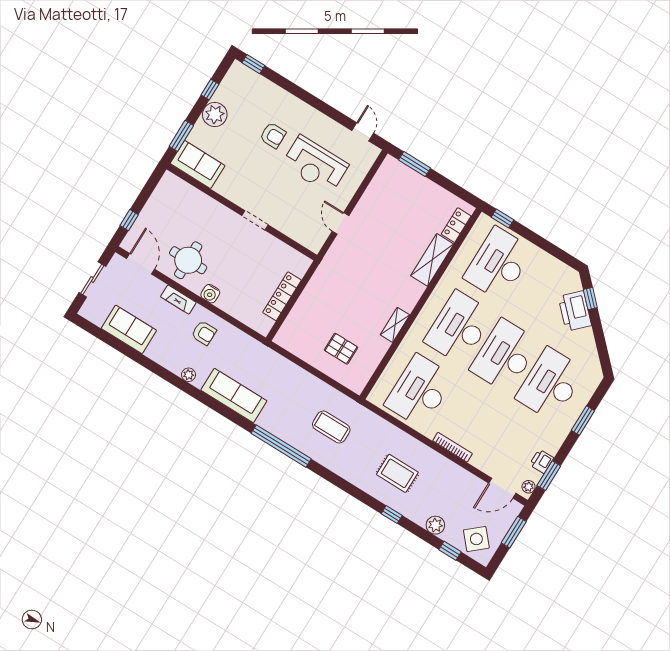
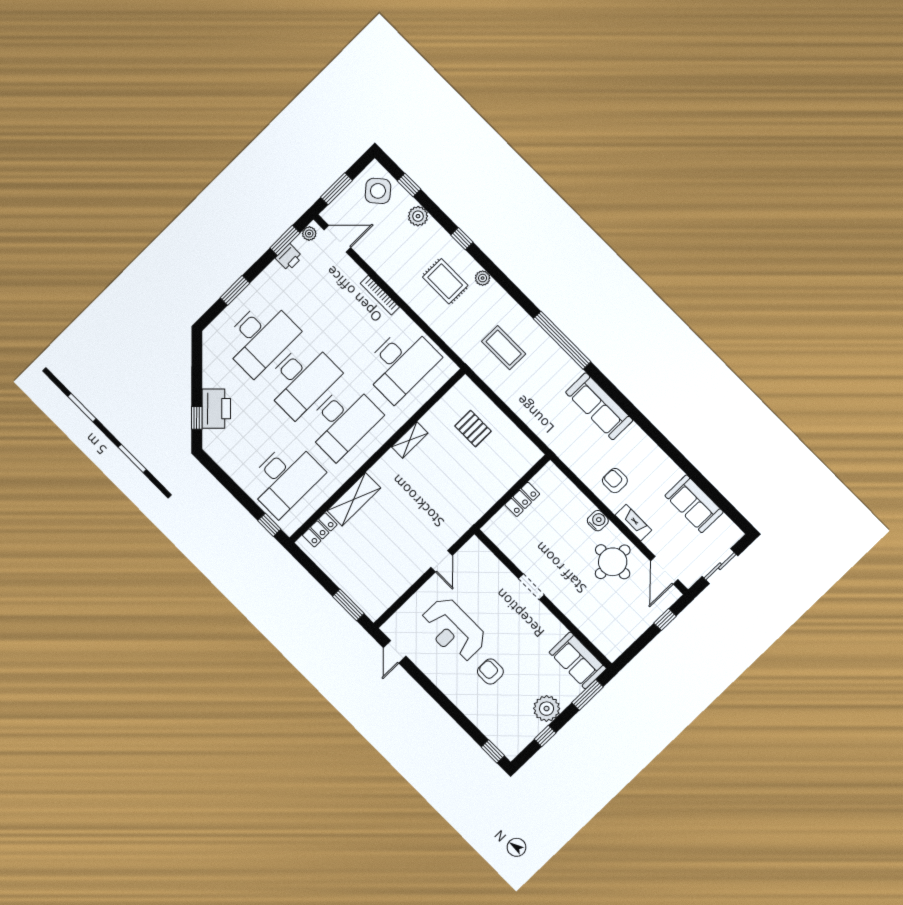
reception desk: (315, 165) -> (453, 630), turned 180
locker: (282, 296) -> (522, 499), width x0.66
plant: (189, 375) -> (483, 278), moved

